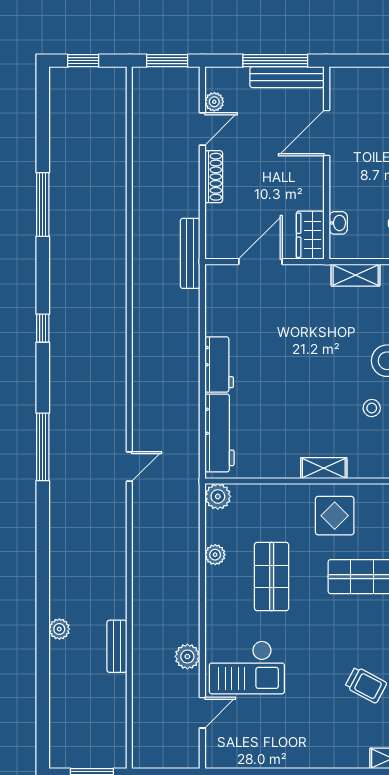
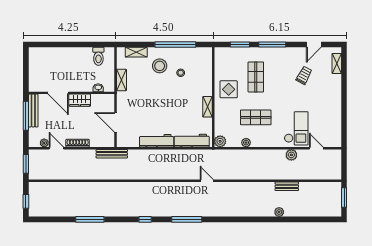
wardrobe: (310, 235) -> (80, 100), moved
workbench: (219, 364) -> (157, 141), width x1.37
window: (43, 447) -> (187, 219), moved
shelving: (324, 468) -> (207, 107), moved

